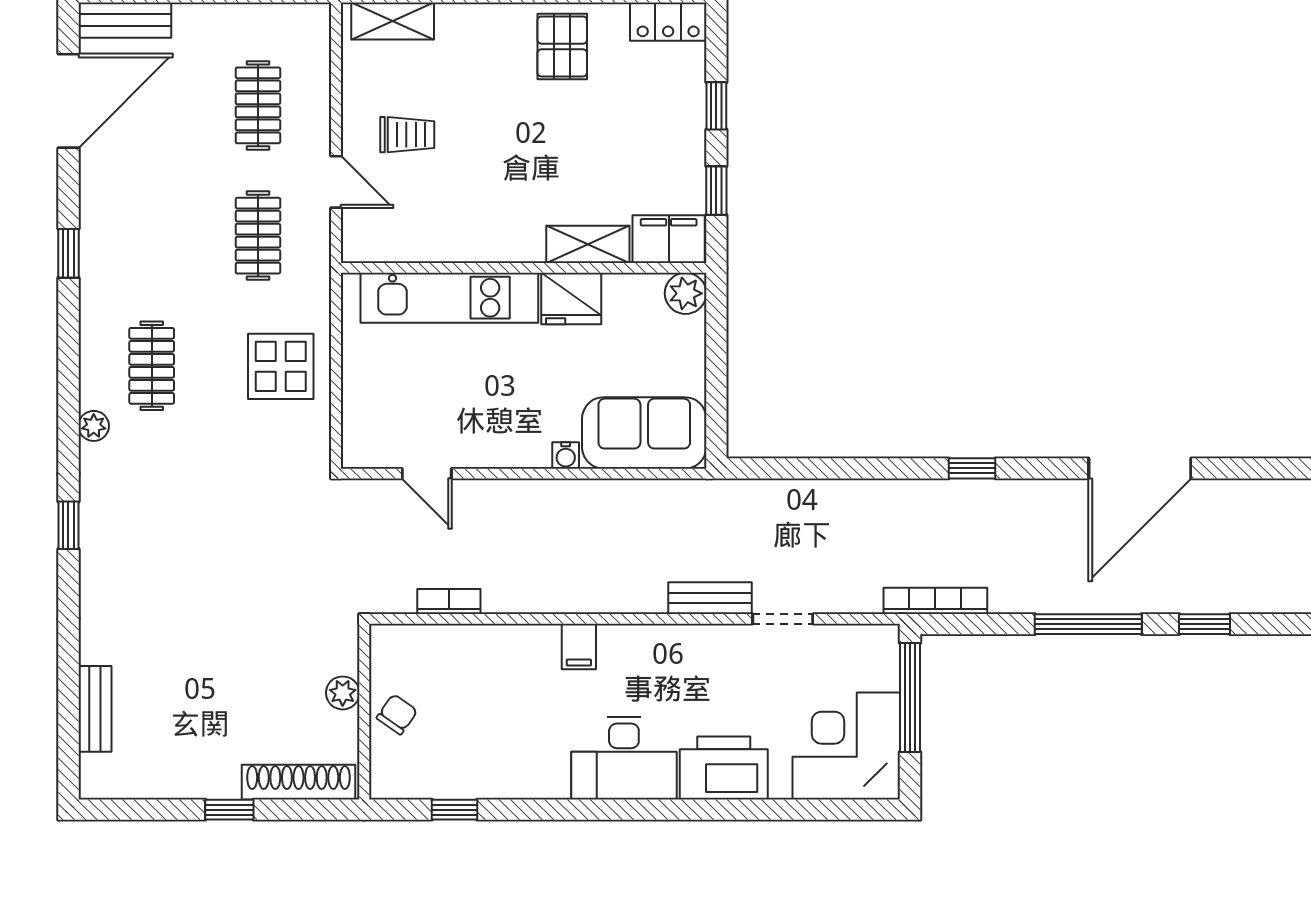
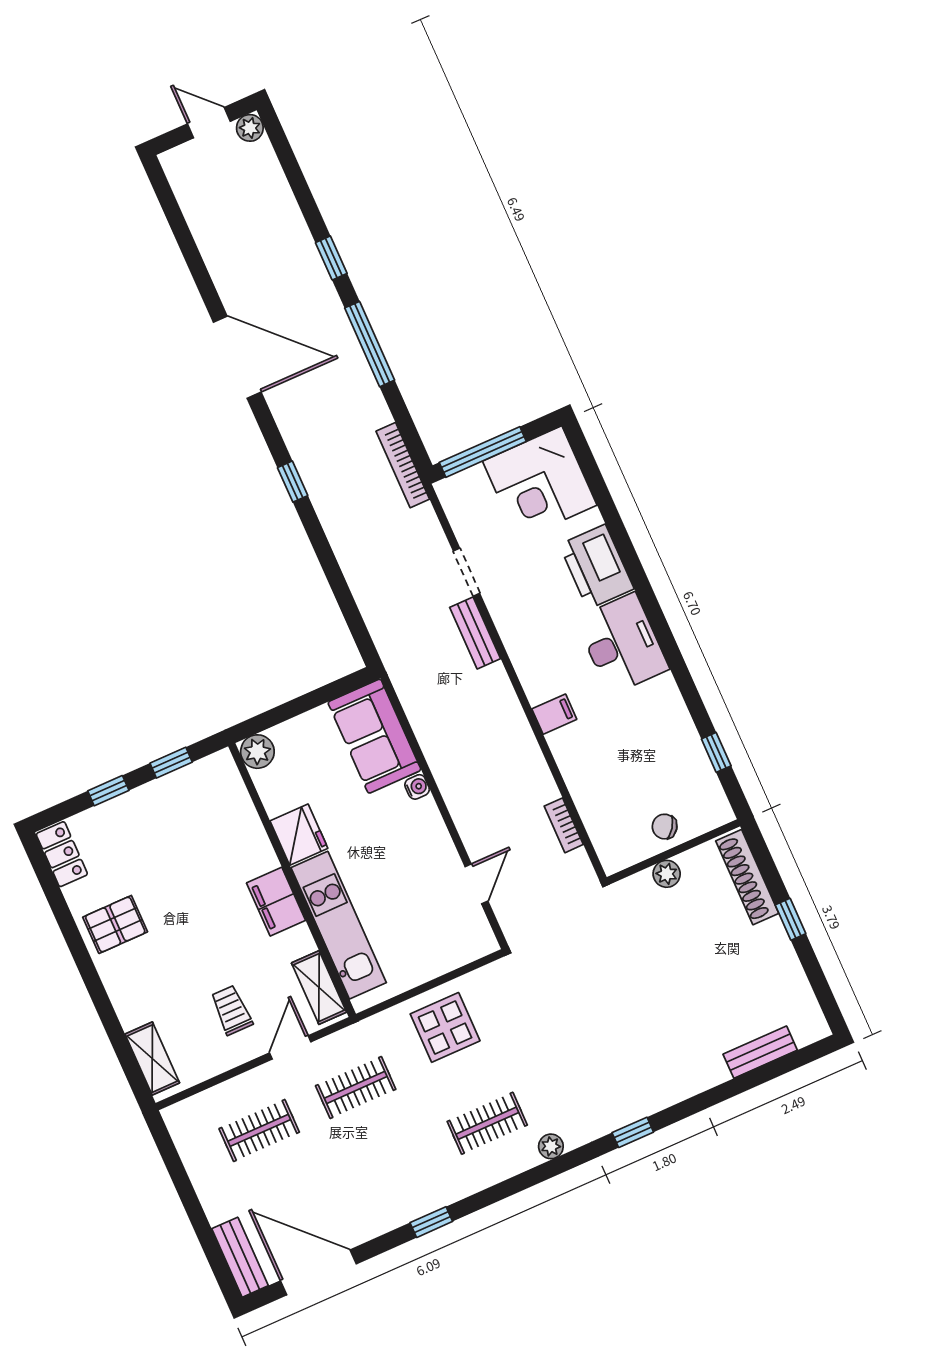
filing cabinet: (669, 239) -> (276, 902), moved
shelving: (588, 244) -> (319, 988), moved

